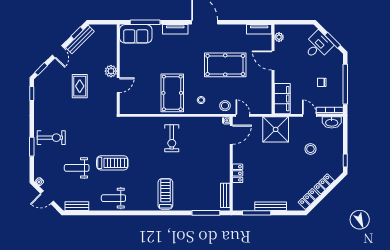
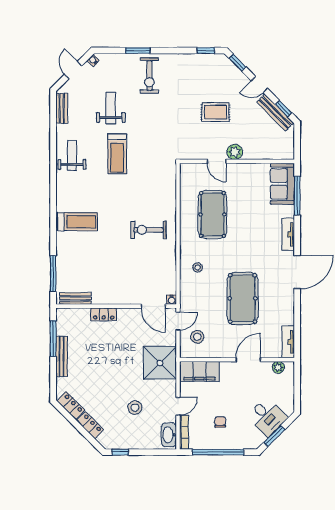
pool table: (172, 93) -> (212, 214), moved, turned 90
stool: (225, 106) -> (197, 337), moved

